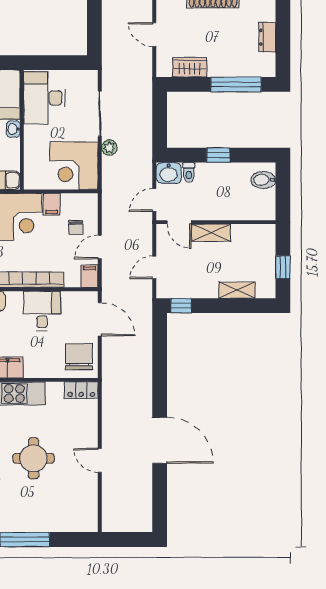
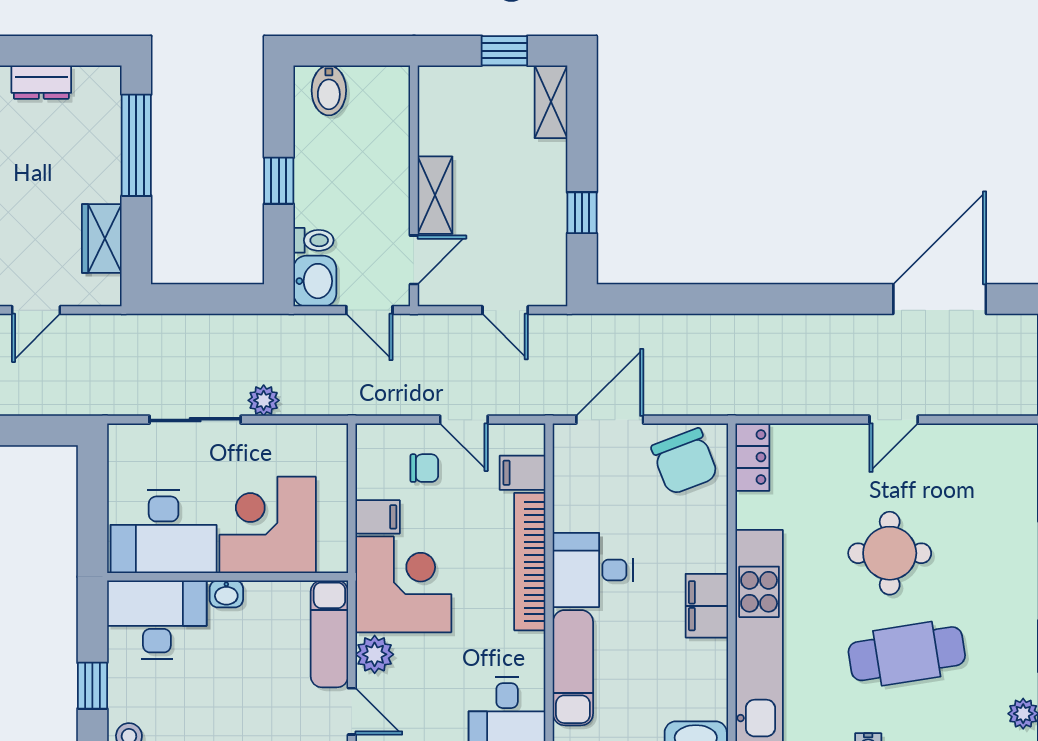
corner desk: (74, 166) -> (268, 525), moved, turned 180
filing cabinet: (89, 276) -> (523, 473), moved
shelving: (237, 290) -> (551, 102), moved
window: (181, 306) -> (582, 213), moved
desk: (42, 311) -> (593, 570), moved
chair: (79, 357) -> (685, 461), turned -111
door: (160, 440) -> (940, 299), moved

